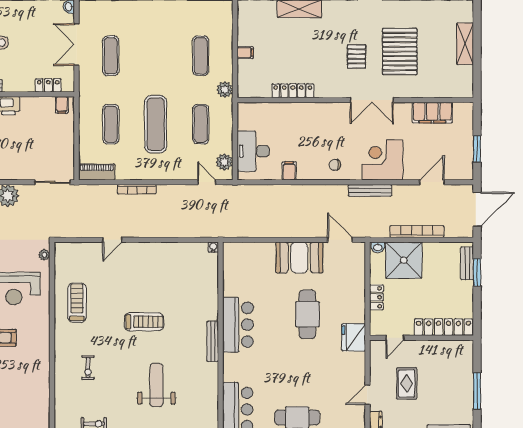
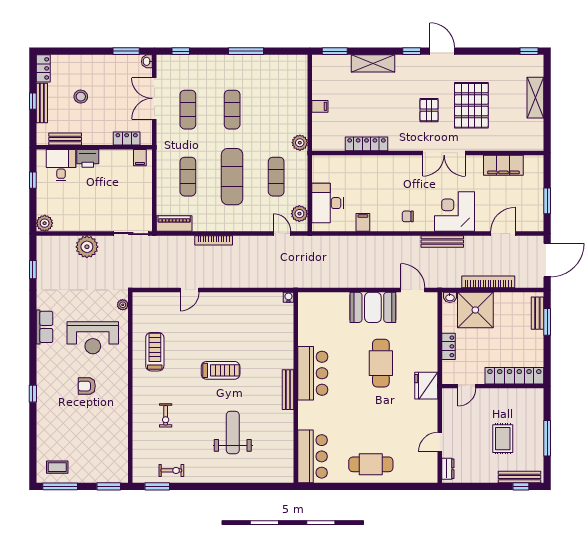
exercise mat: (201, 56) -> (232, 110), moved
rug: (407, 383) -> (503, 439), moved

